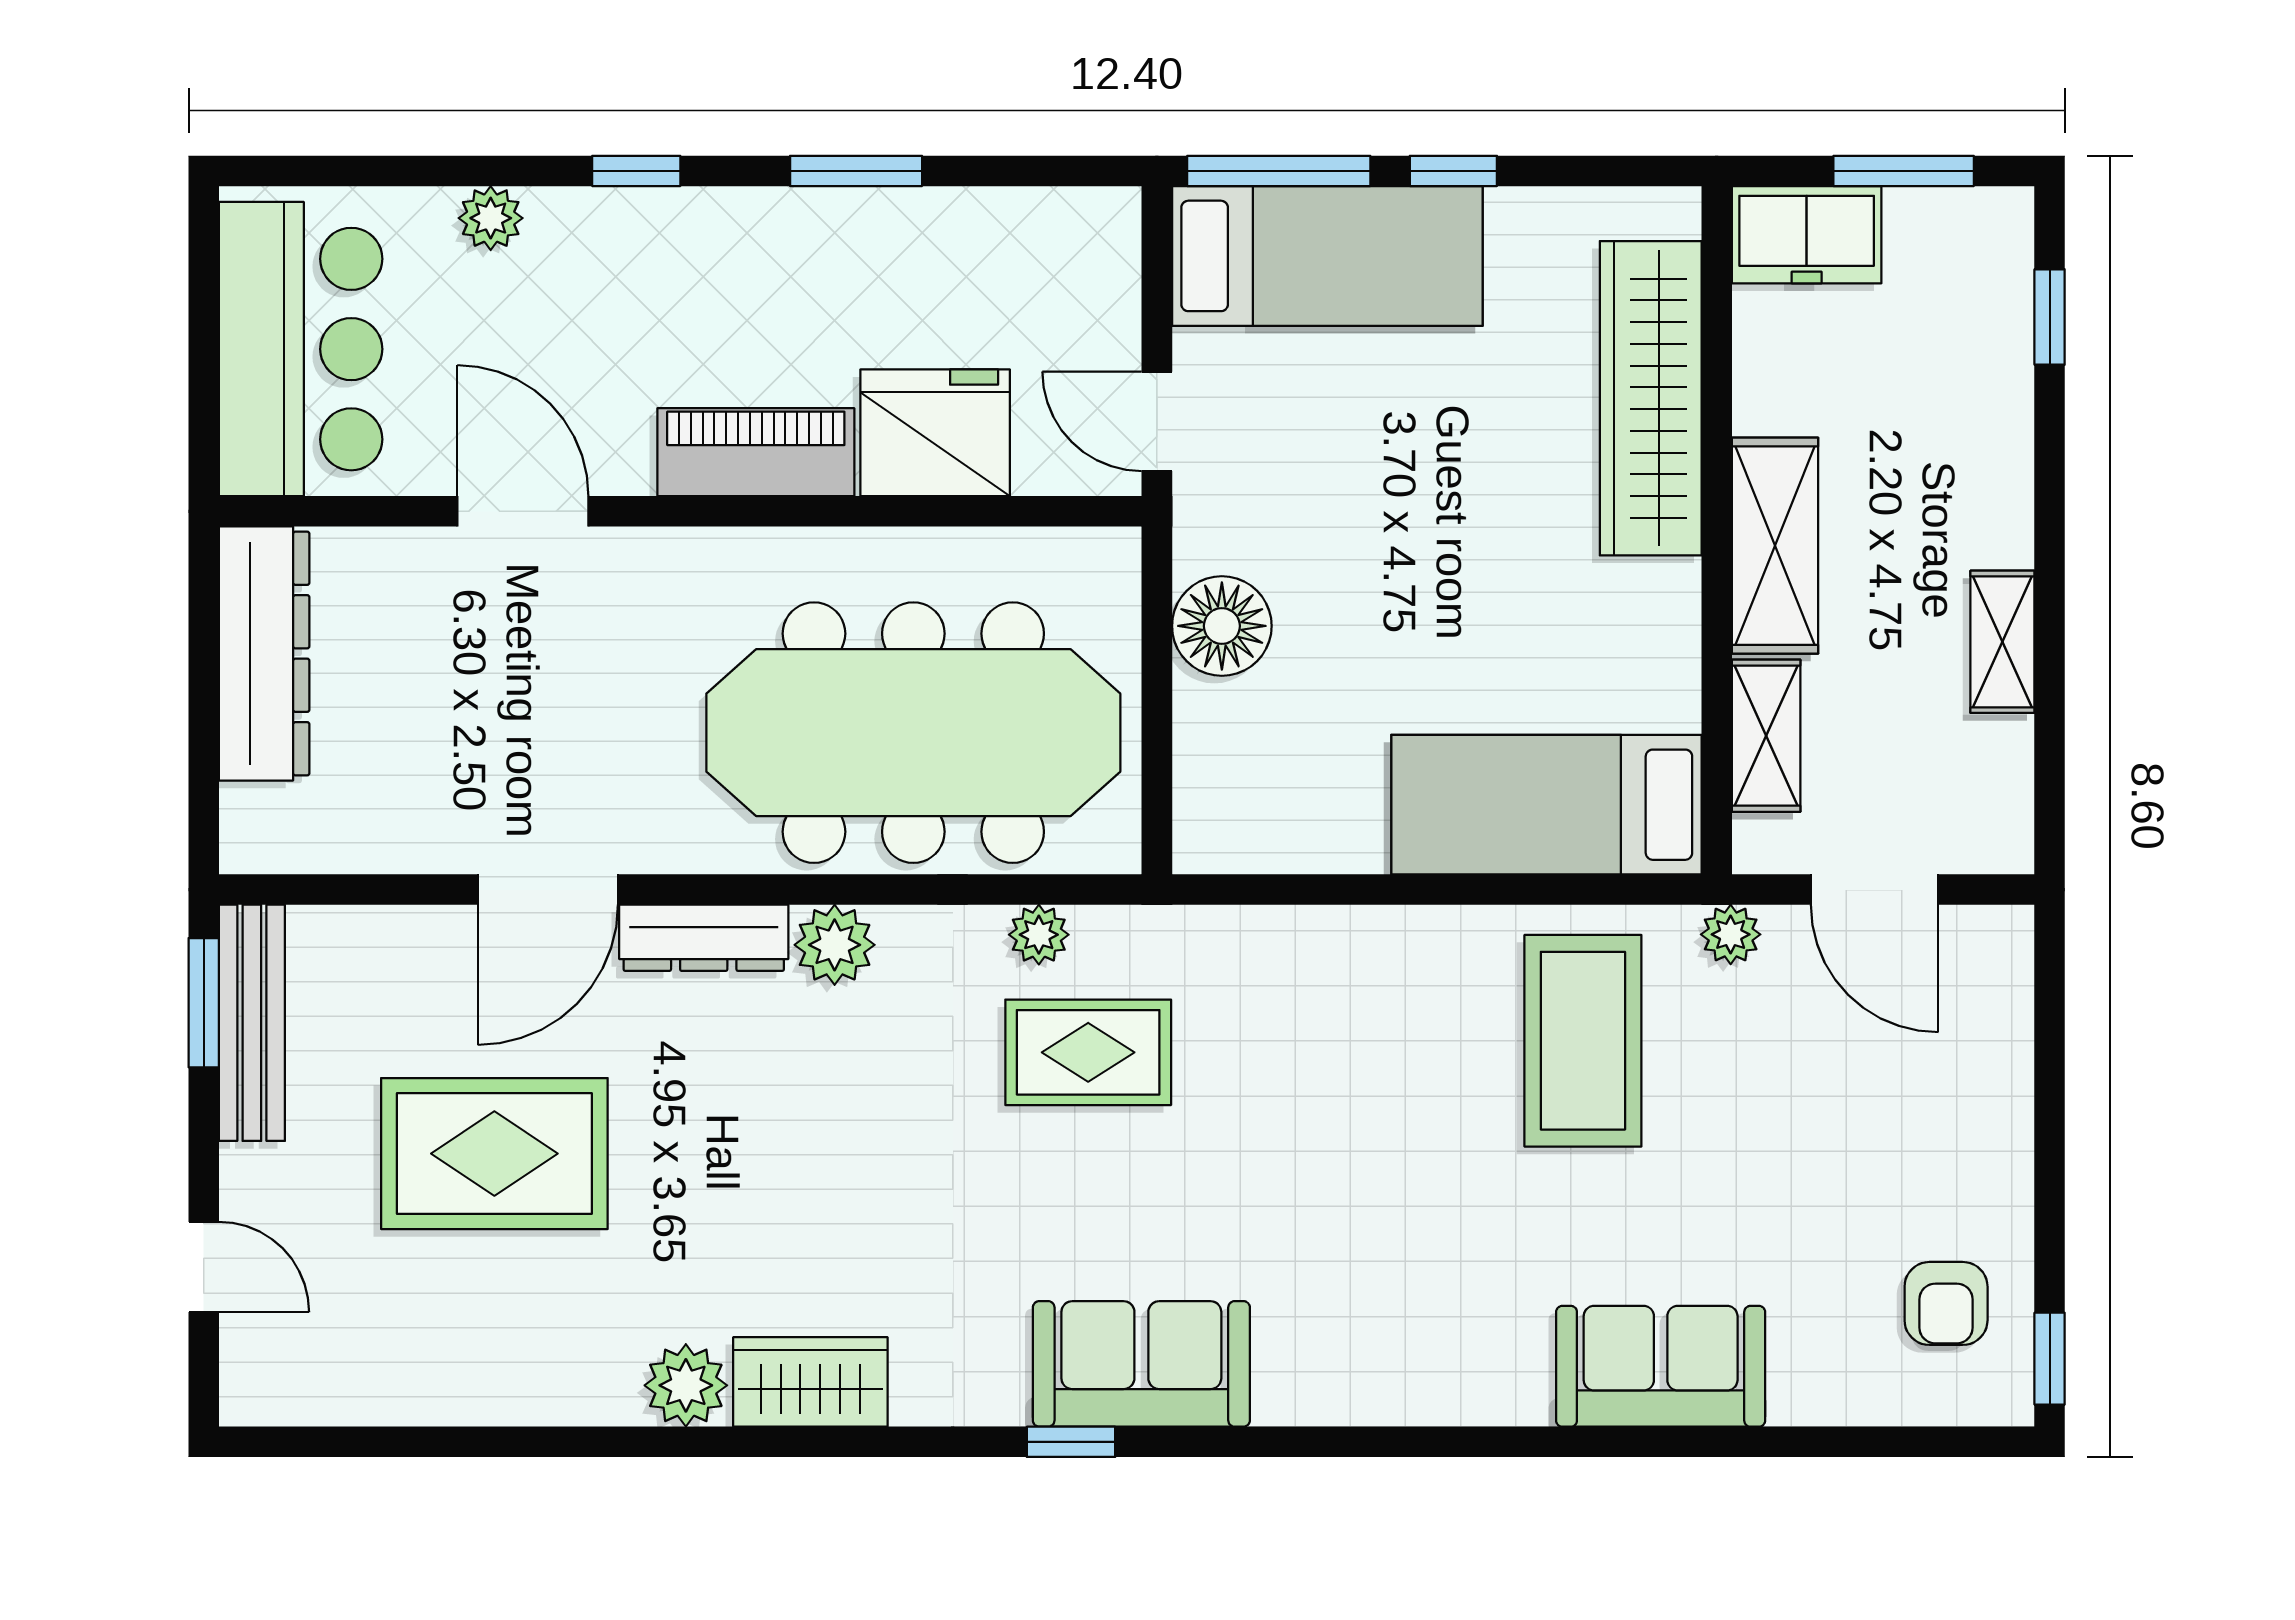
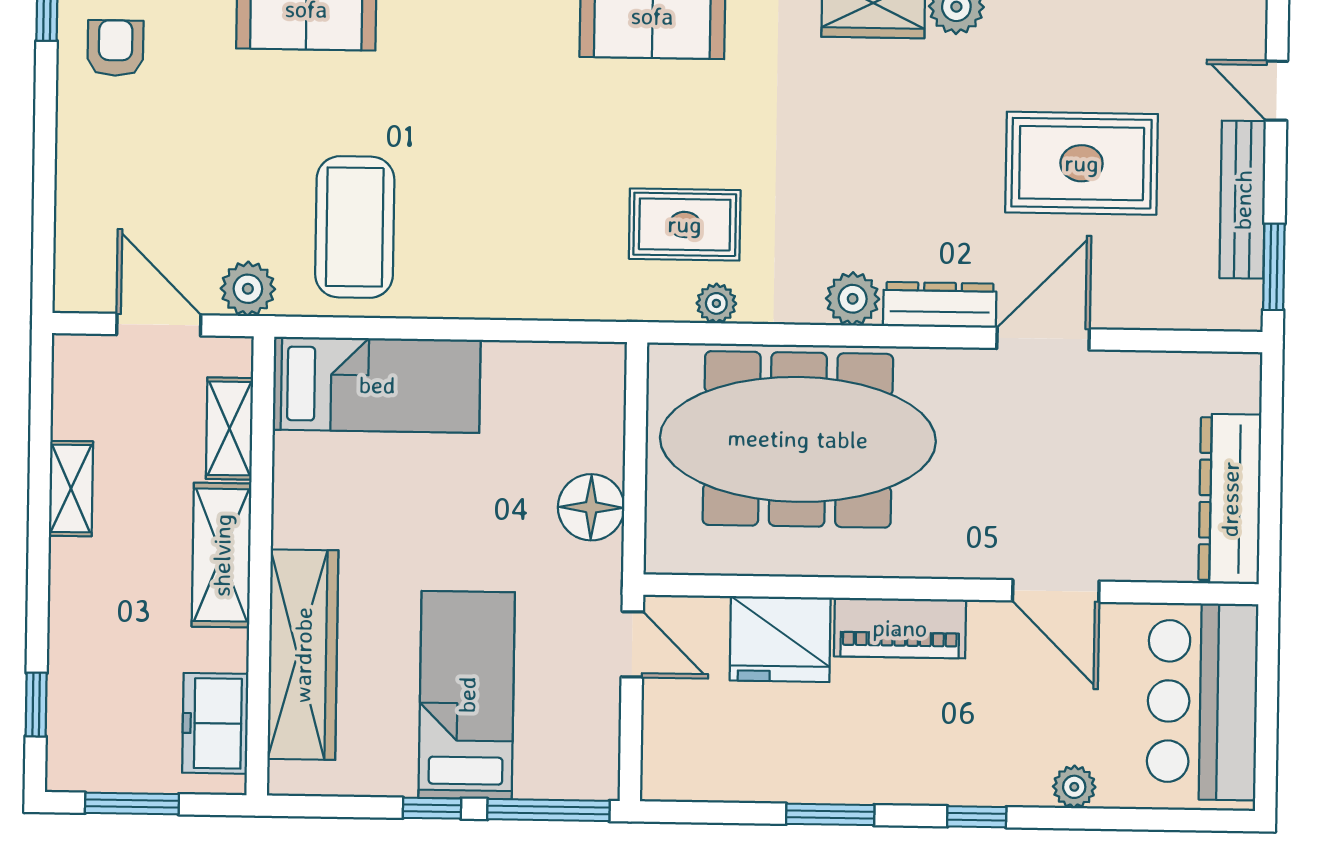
freezer: (1807, 235) -> (215, 723), moved, turned -90
bed: (1327, 256) -> (467, 695), moved, turned 90
plant: (1731, 934) -> (248, 289), width x1.38, depth x1.38
bench: (252, 1023) -> (1243, 200), moved

